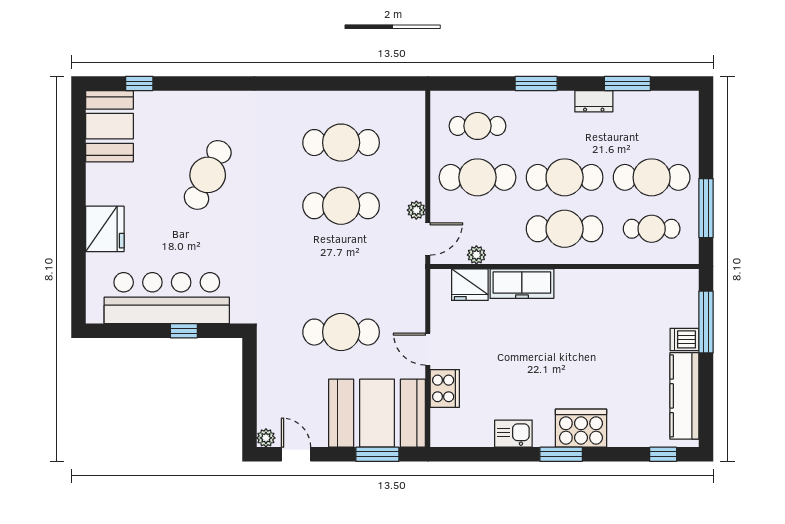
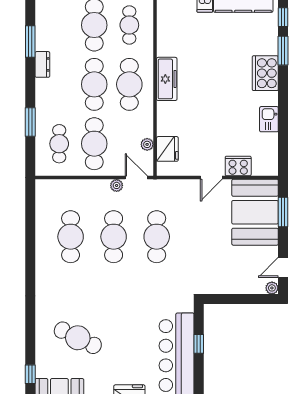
window: (536, 83) -> (30, 122), moved
cafe table: (208, 175) -> (78, 338), moved
freezer: (522, 284) -> (167, 79), moved
cafe table: (341, 332) -> (157, 237), moved
window: (561, 454) -> (283, 51), moved

